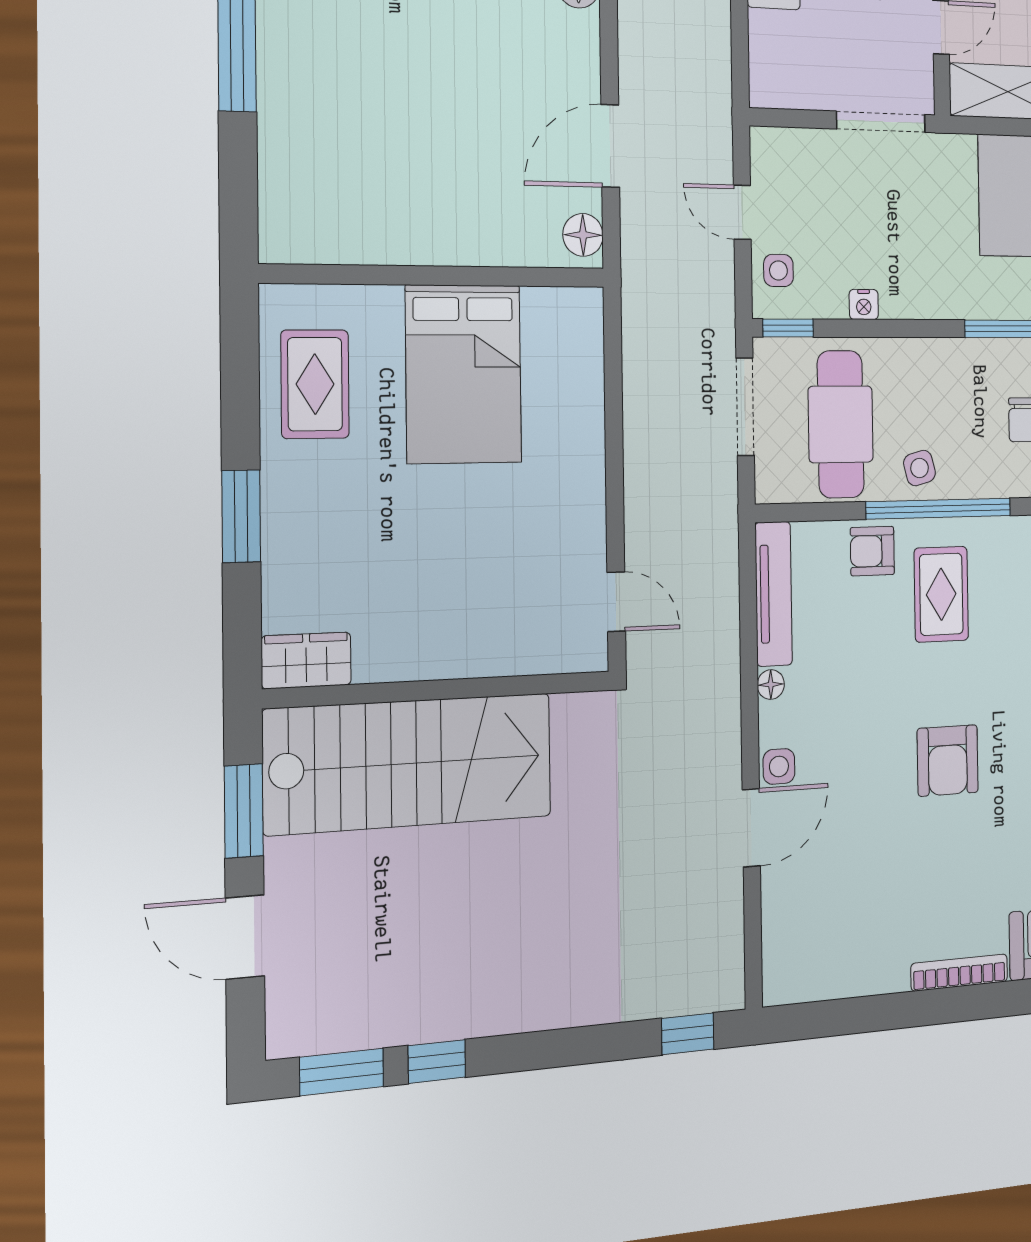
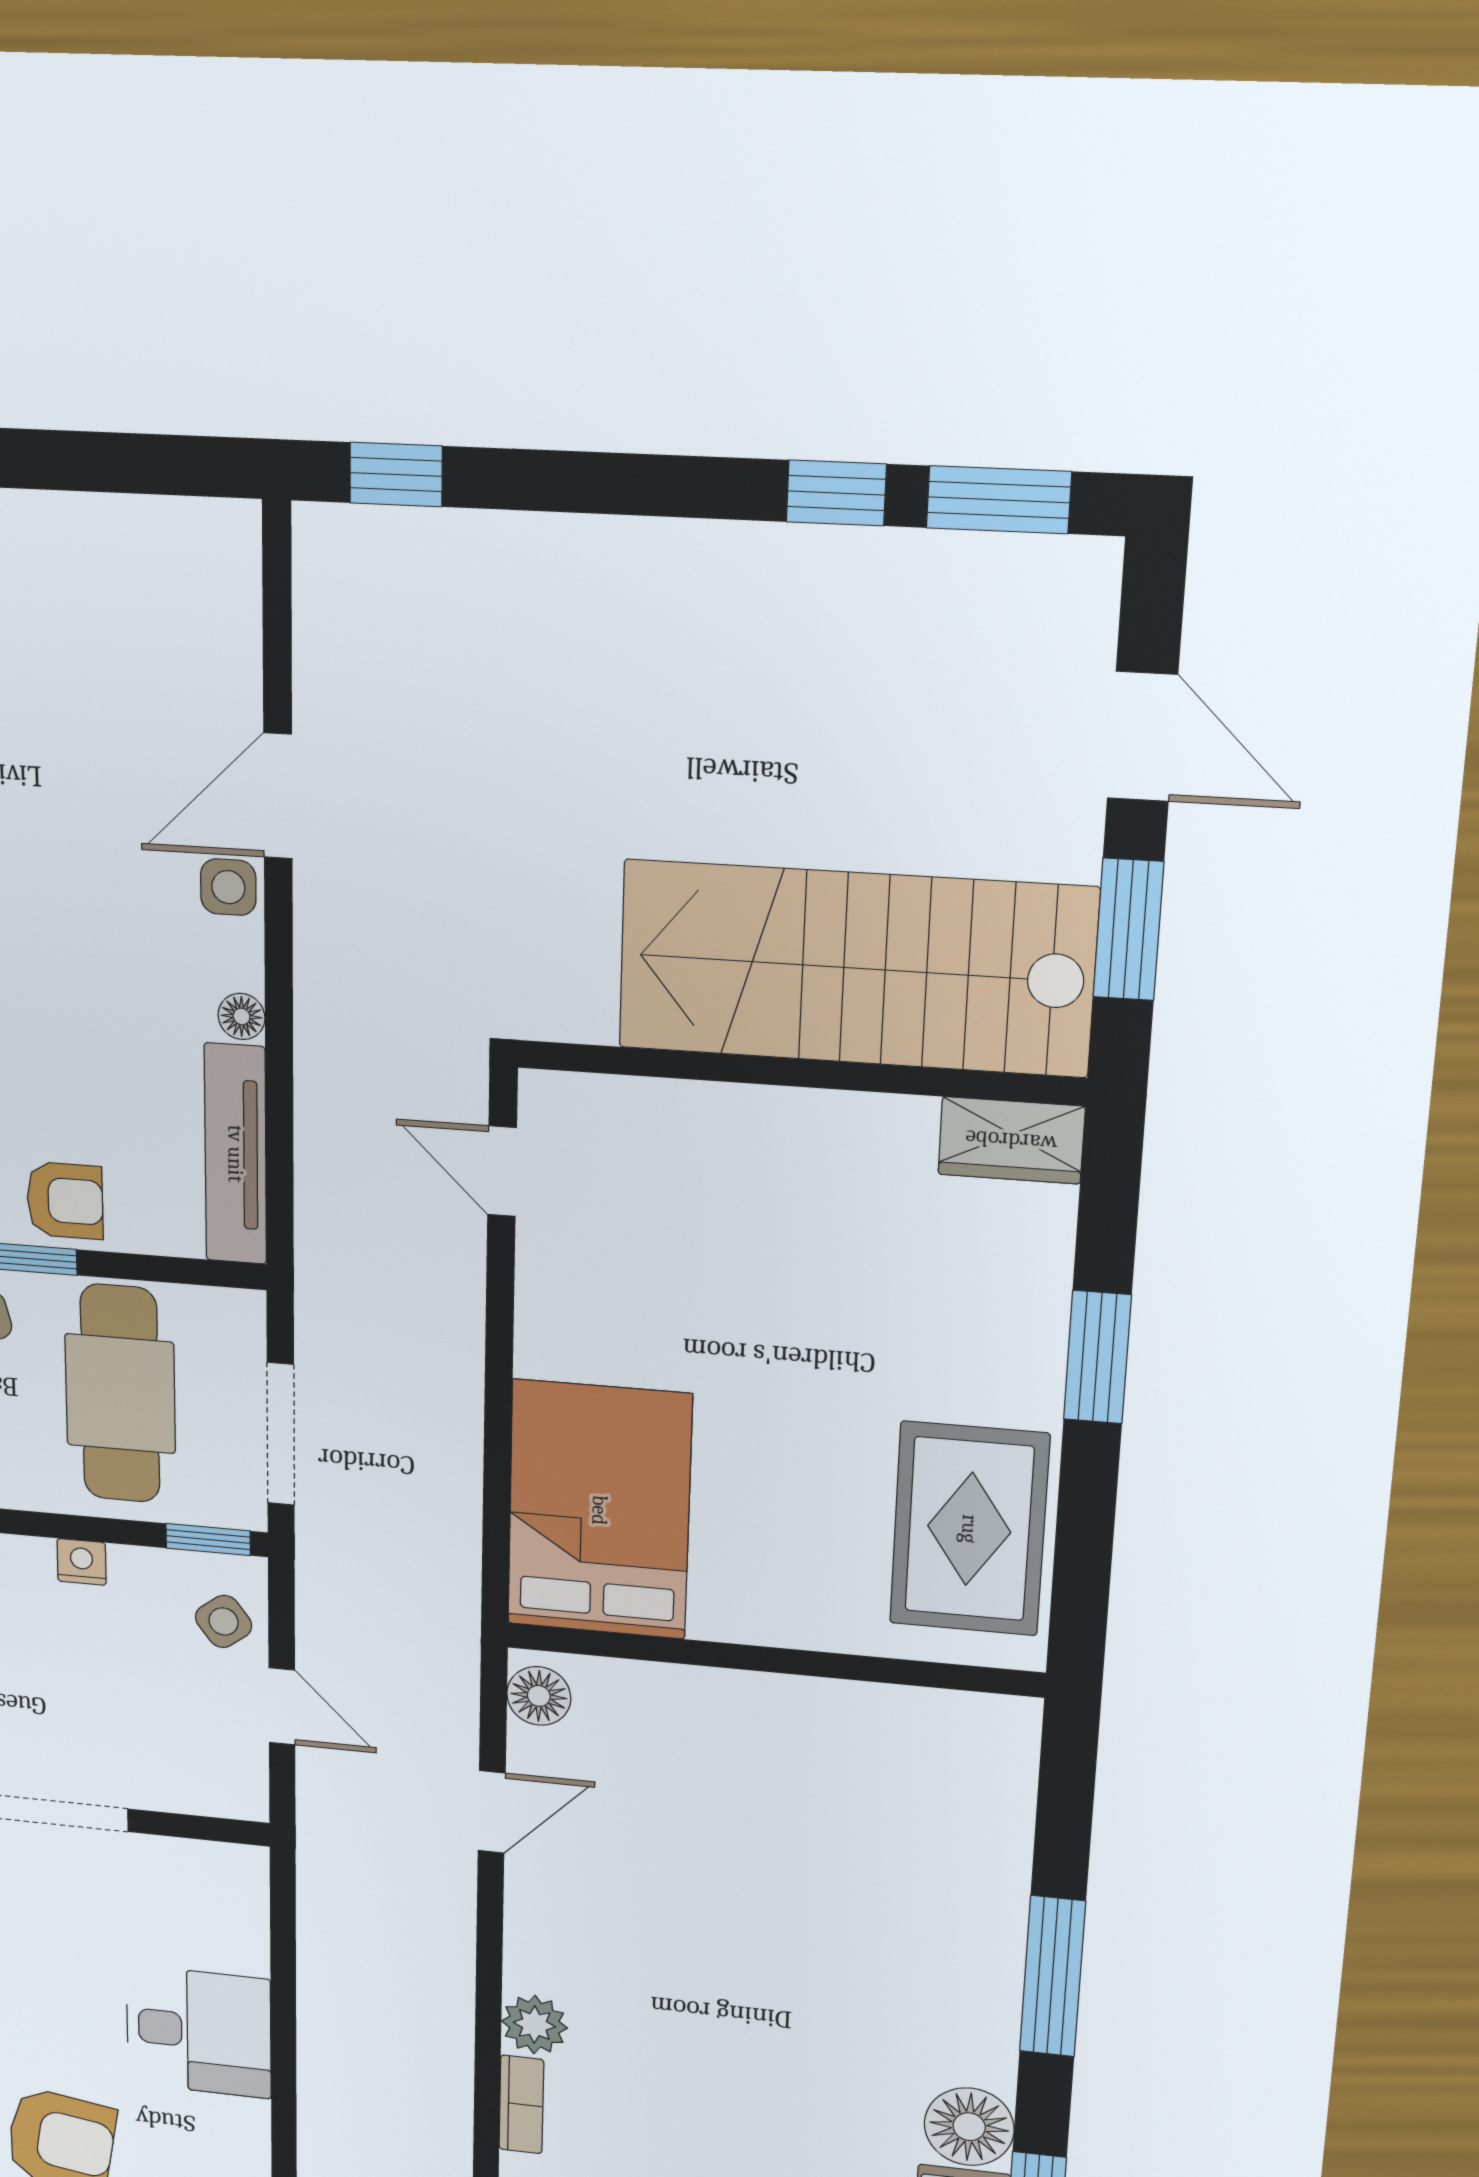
door: (610, 146) -> (492, 1812), width x0.73
side table: (778, 270) -> (224, 1621), turned -37
bed: (464, 374) -> (599, 1510), moved
rug: (315, 384) -> (969, 1529), width x1.36, depth x1.43

